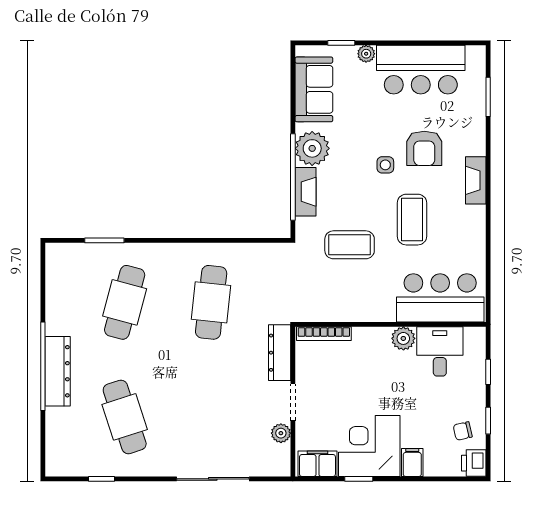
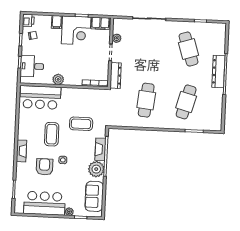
desk: (440, 351) -> (32, 66), moved, turned 90

